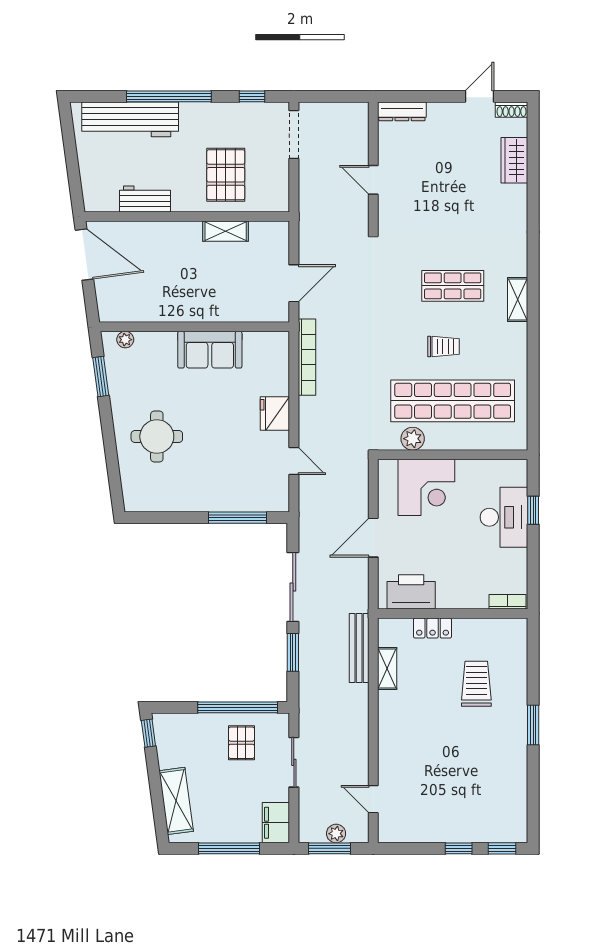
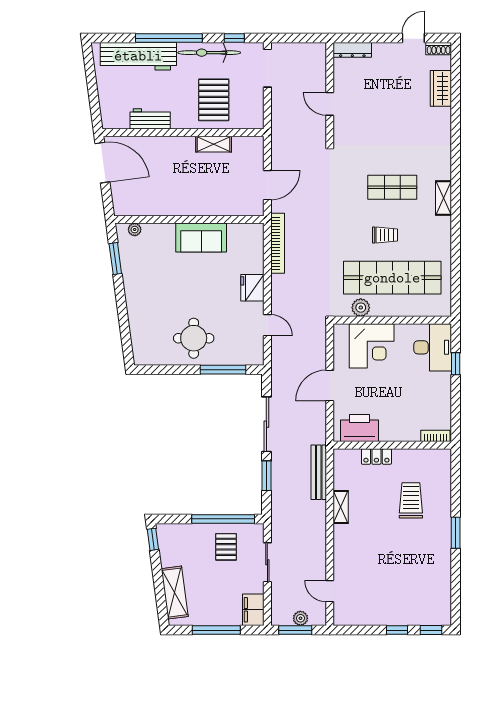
bicycle: (220, 115) -> (209, 53), added
round table: (157, 437) -> (194, 338), moved
desk: (504, 517) -> (433, 347), moved
shelving: (387, 668) -> (341, 507), moved

